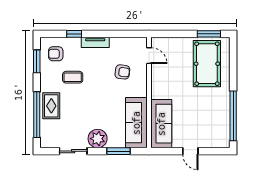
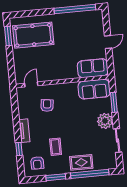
window: (37, 61) -> (56, 177), moved
sofa: (136, 123) -> (94, 89), width x0.73
sofa: (161, 124) -> (93, 68), width x0.73

